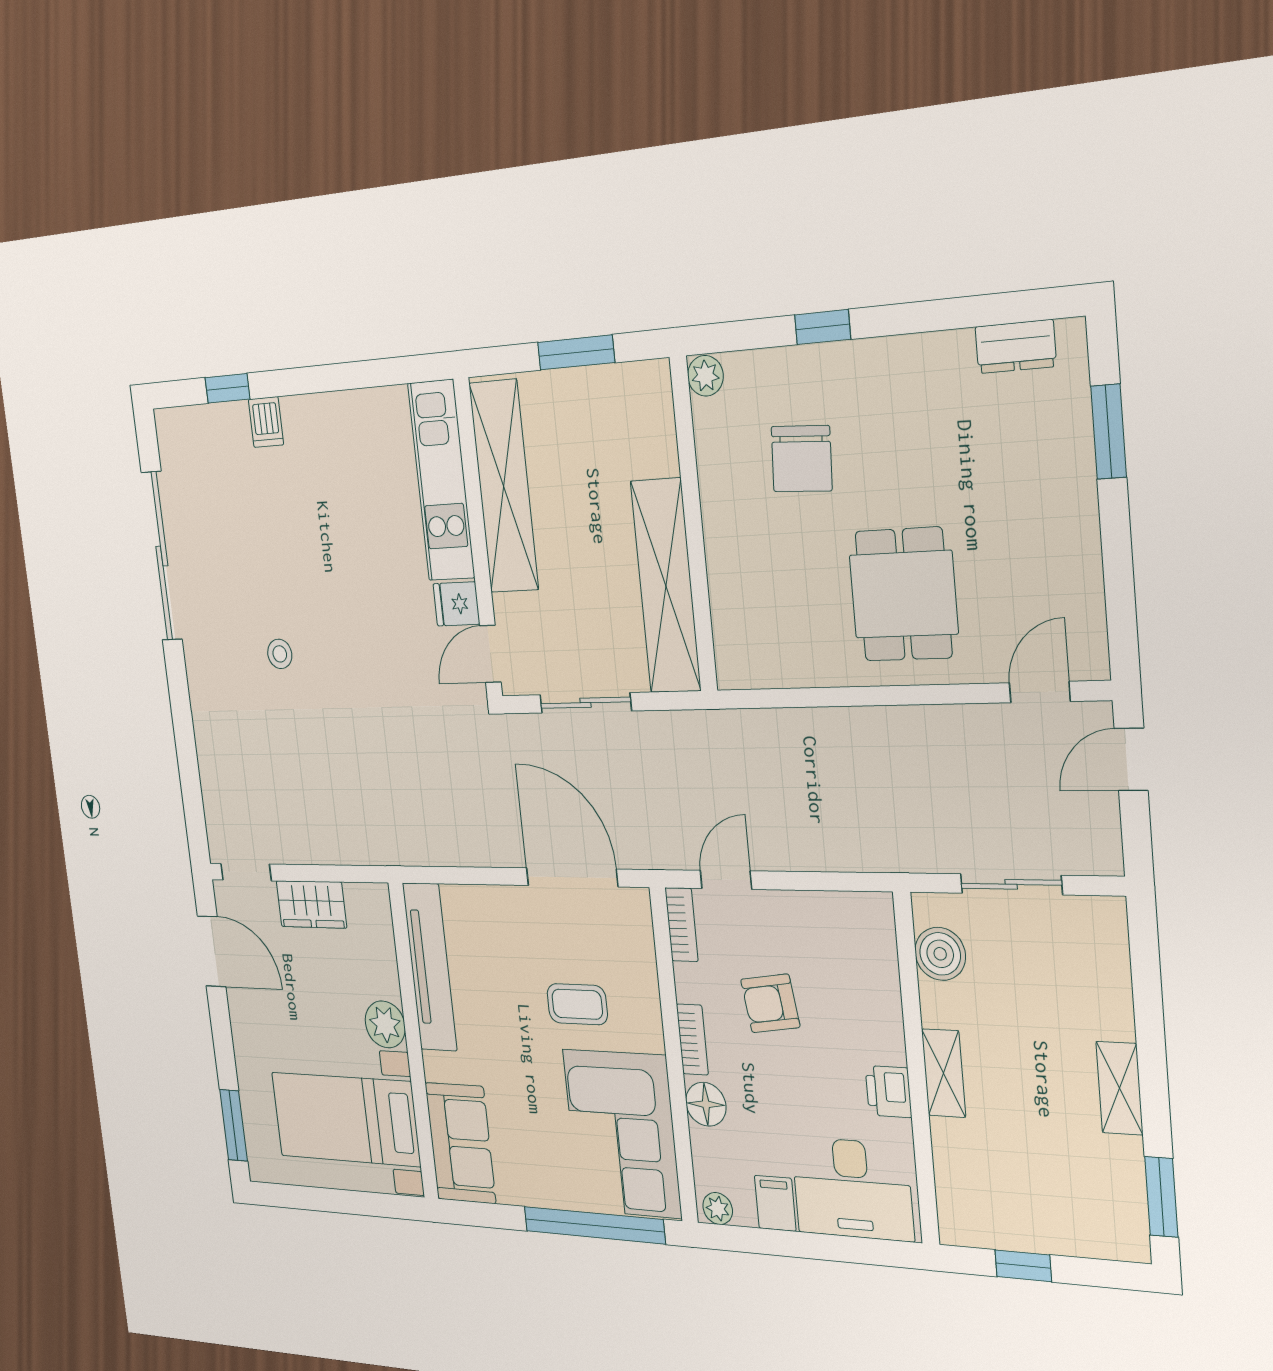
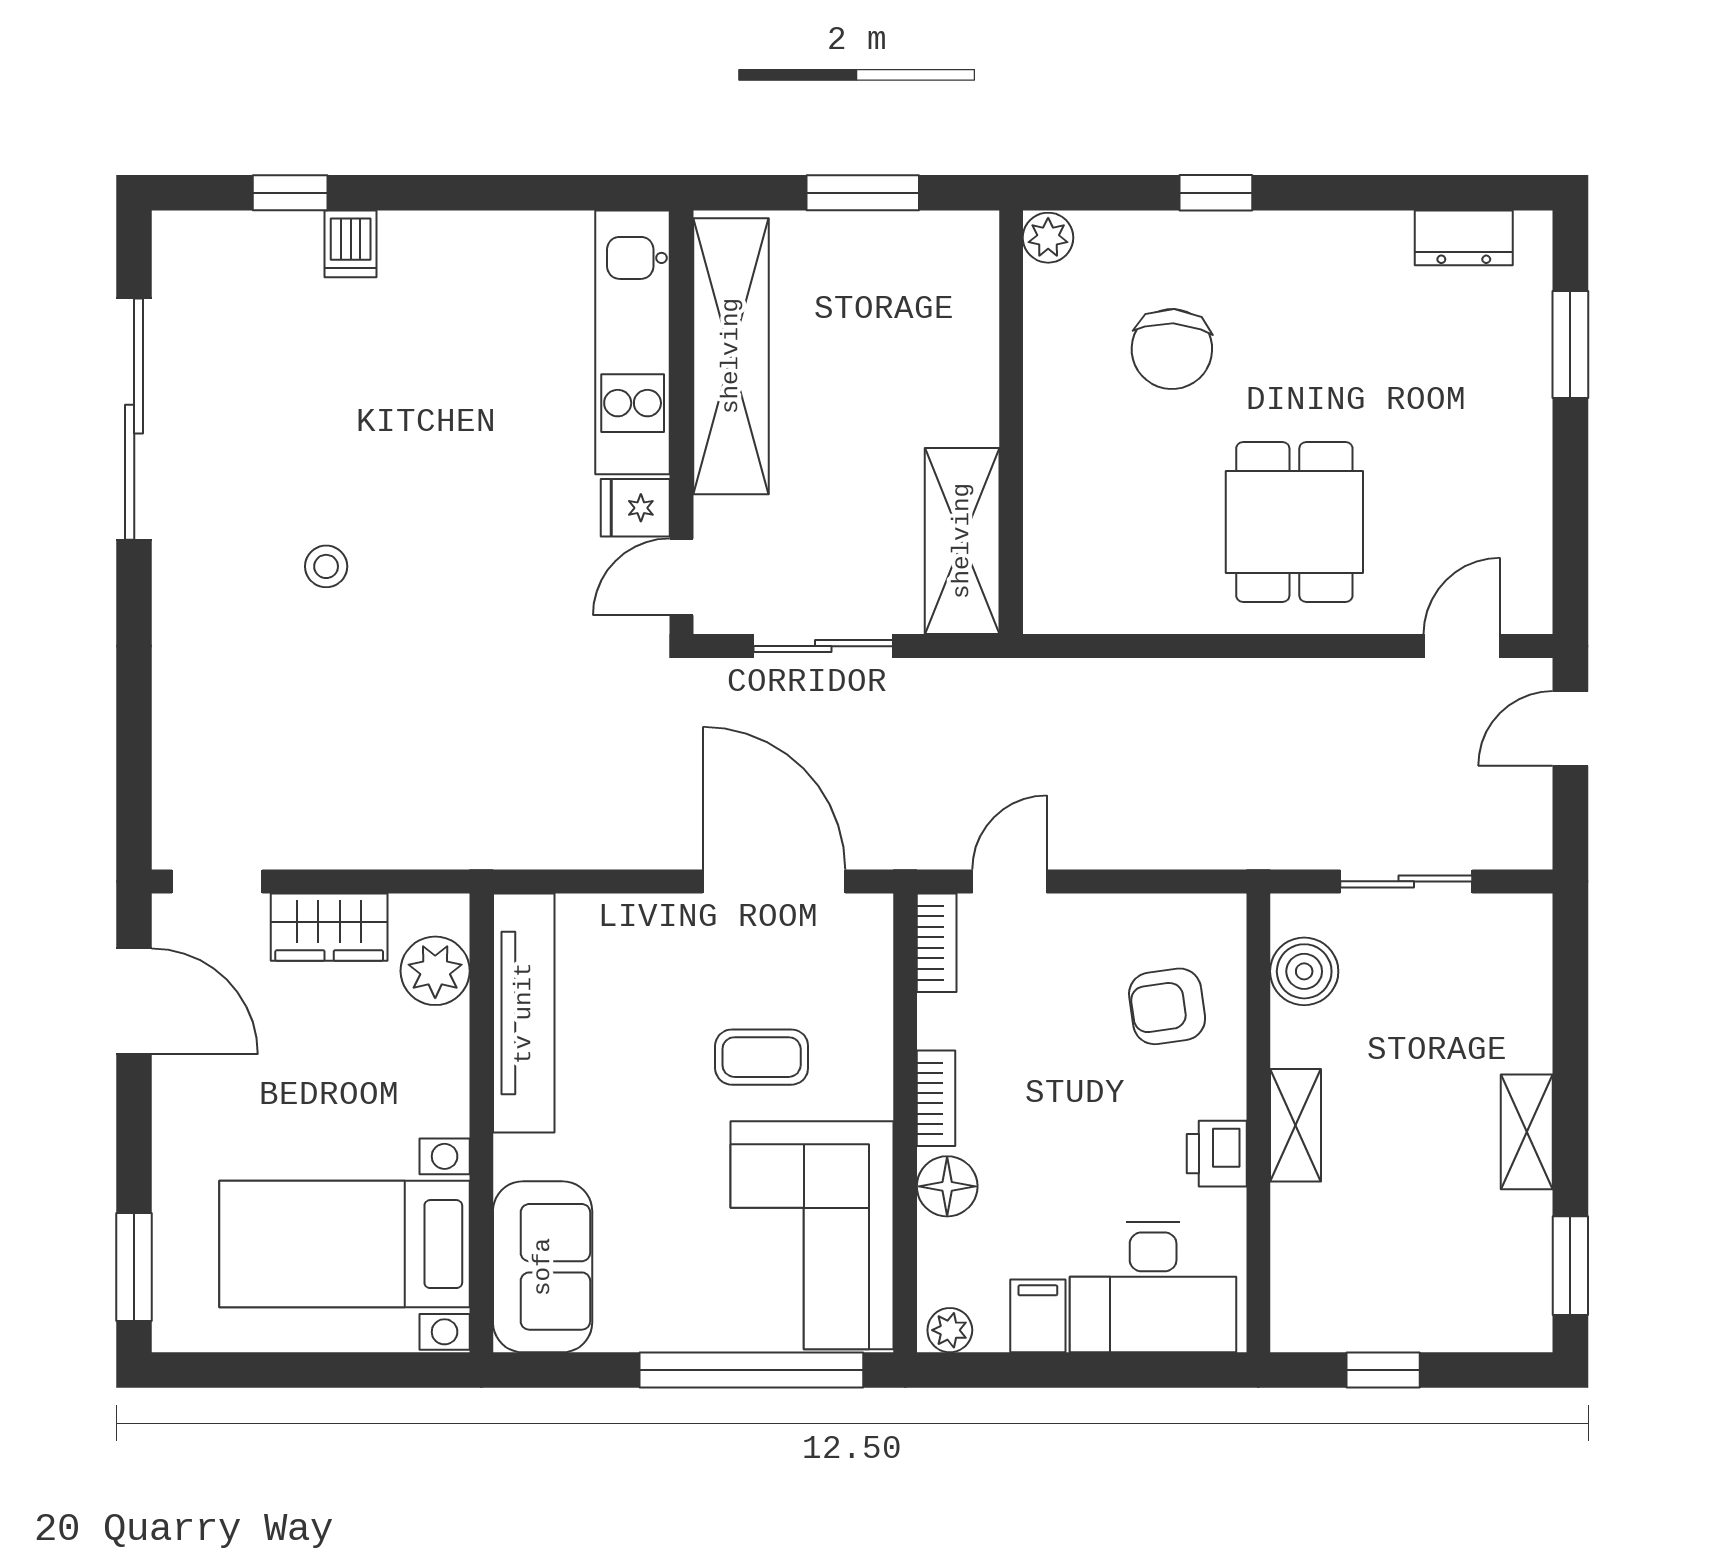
shelving: (666, 586) -> (962, 541), width x0.68
armchair: (770, 1003) -> (1167, 1006), moved
plant: (385, 1024) -> (435, 971), moved

